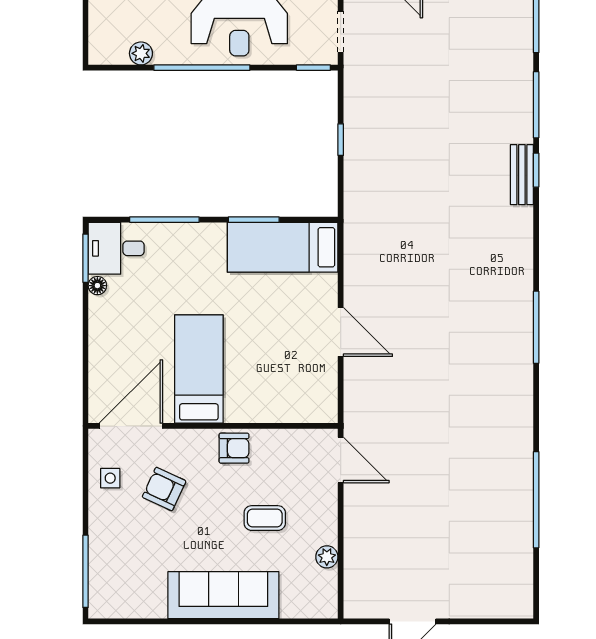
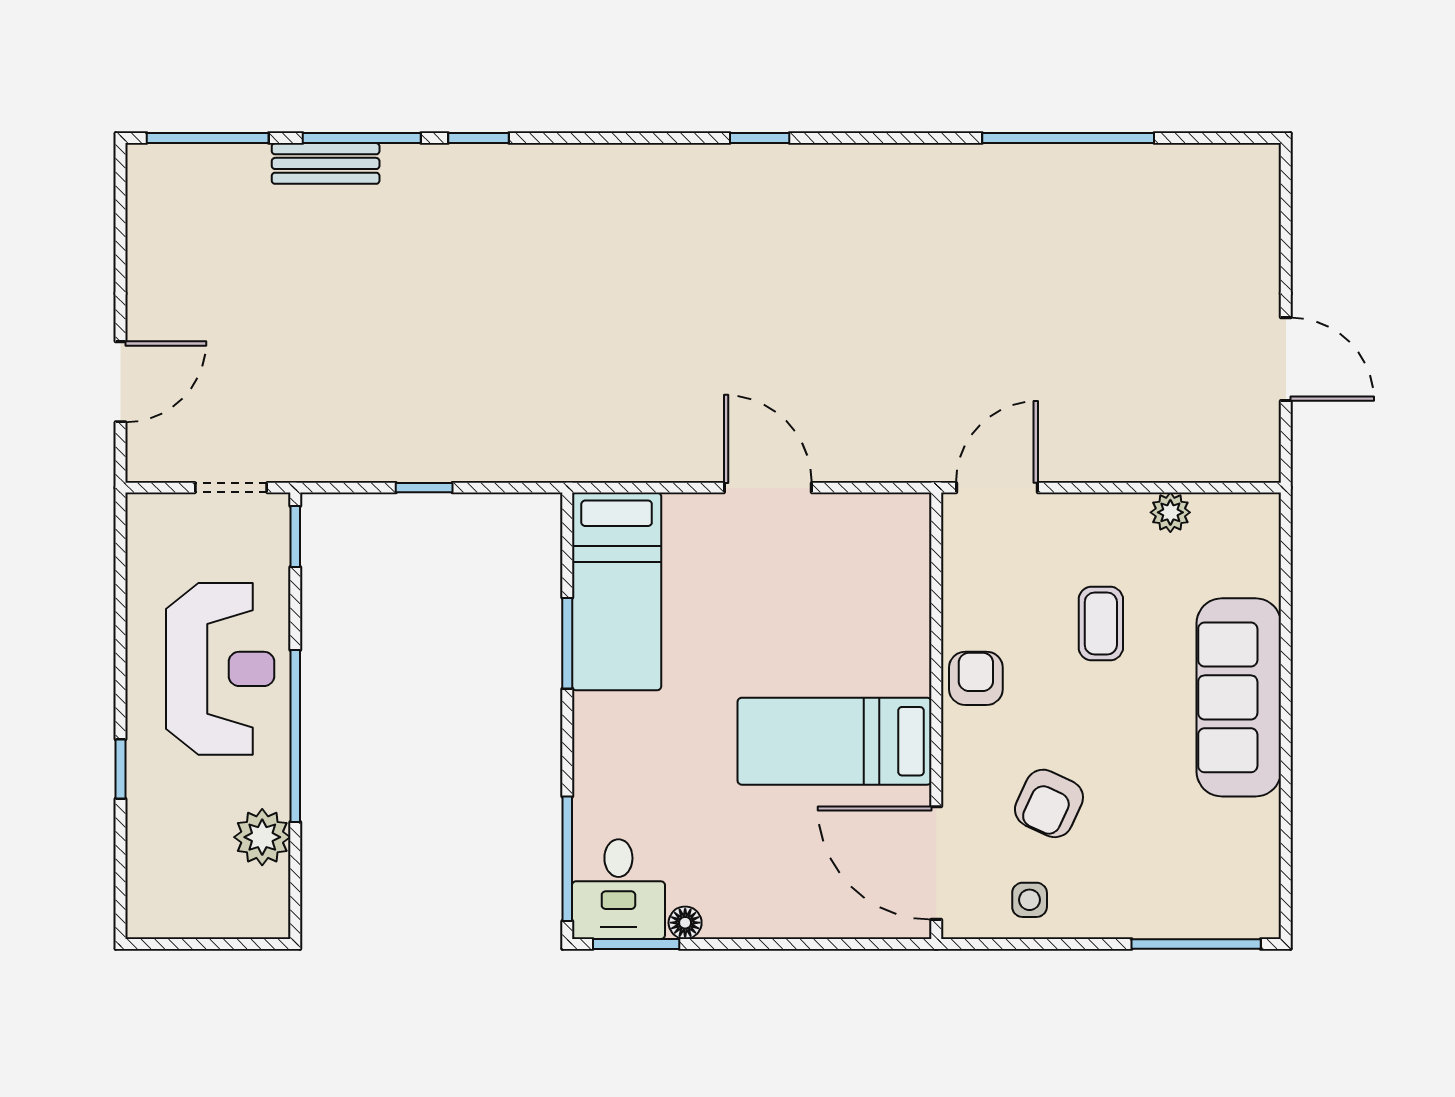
plant: (141, 53) -> (262, 837), width x1.38, depth x1.38
bench: (522, 175) -> (326, 163), moved
window: (164, 220) -> (567, 859), moved
window: (536, 327) -> (760, 138), width x0.46
door: (341, 332) -> (768, 488), hinge flipped

